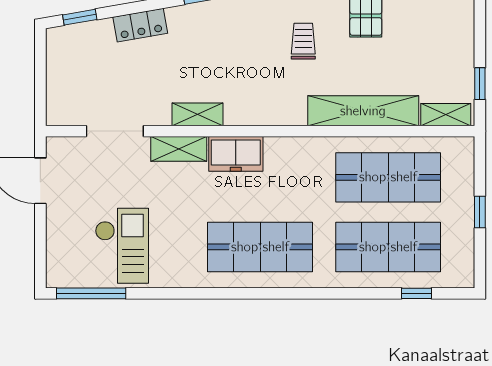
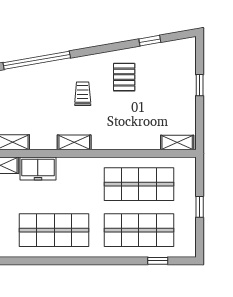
window: (480, 84) -> (200, 85), moved
shelving: (363, 111) -> (74, 142), moved, width x0.45, depth x0.75

